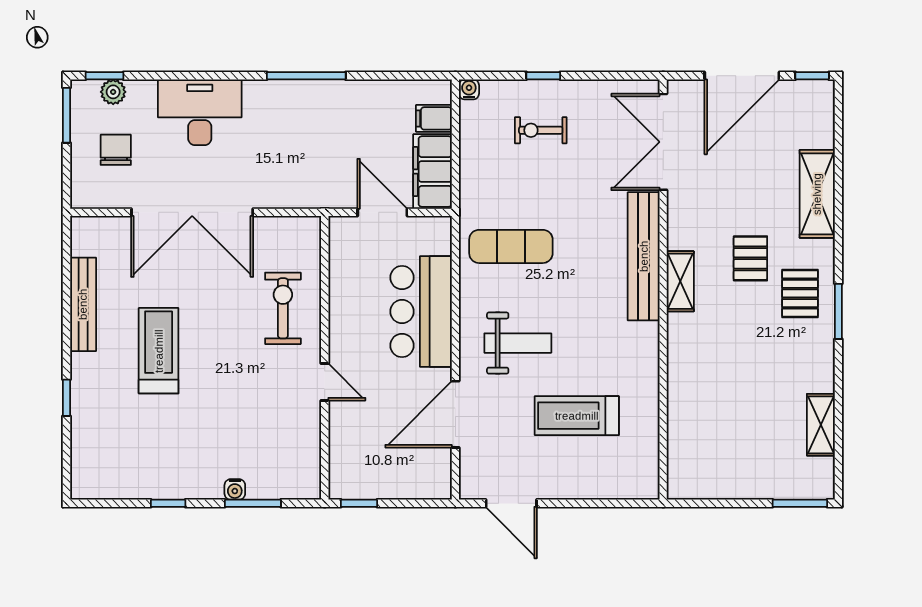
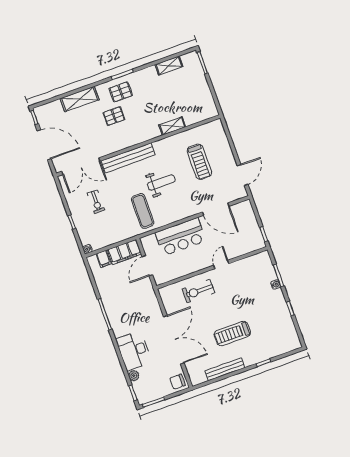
plant: (113, 92) -> (134, 376), moved
exercise bike: (541, 130) -> (96, 202), moved
chair: (116, 150) -> (177, 382), moved
shelving: (680, 281) -> (172, 126), moved
weight bench: (518, 343) -> (161, 182), moved, turned 90

